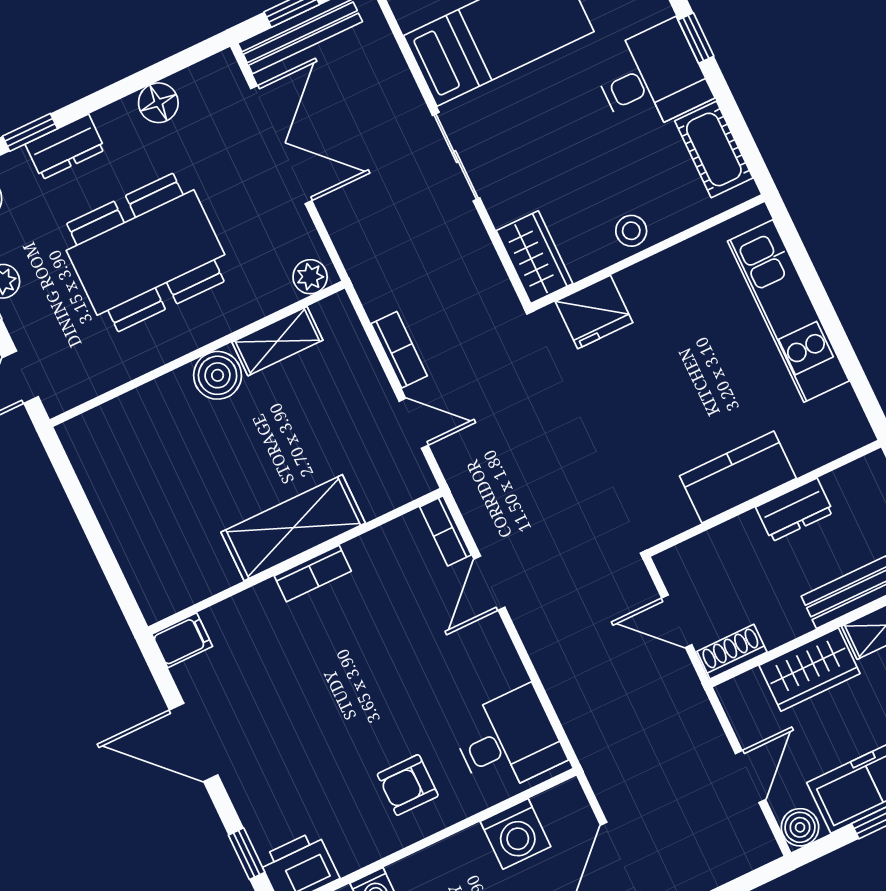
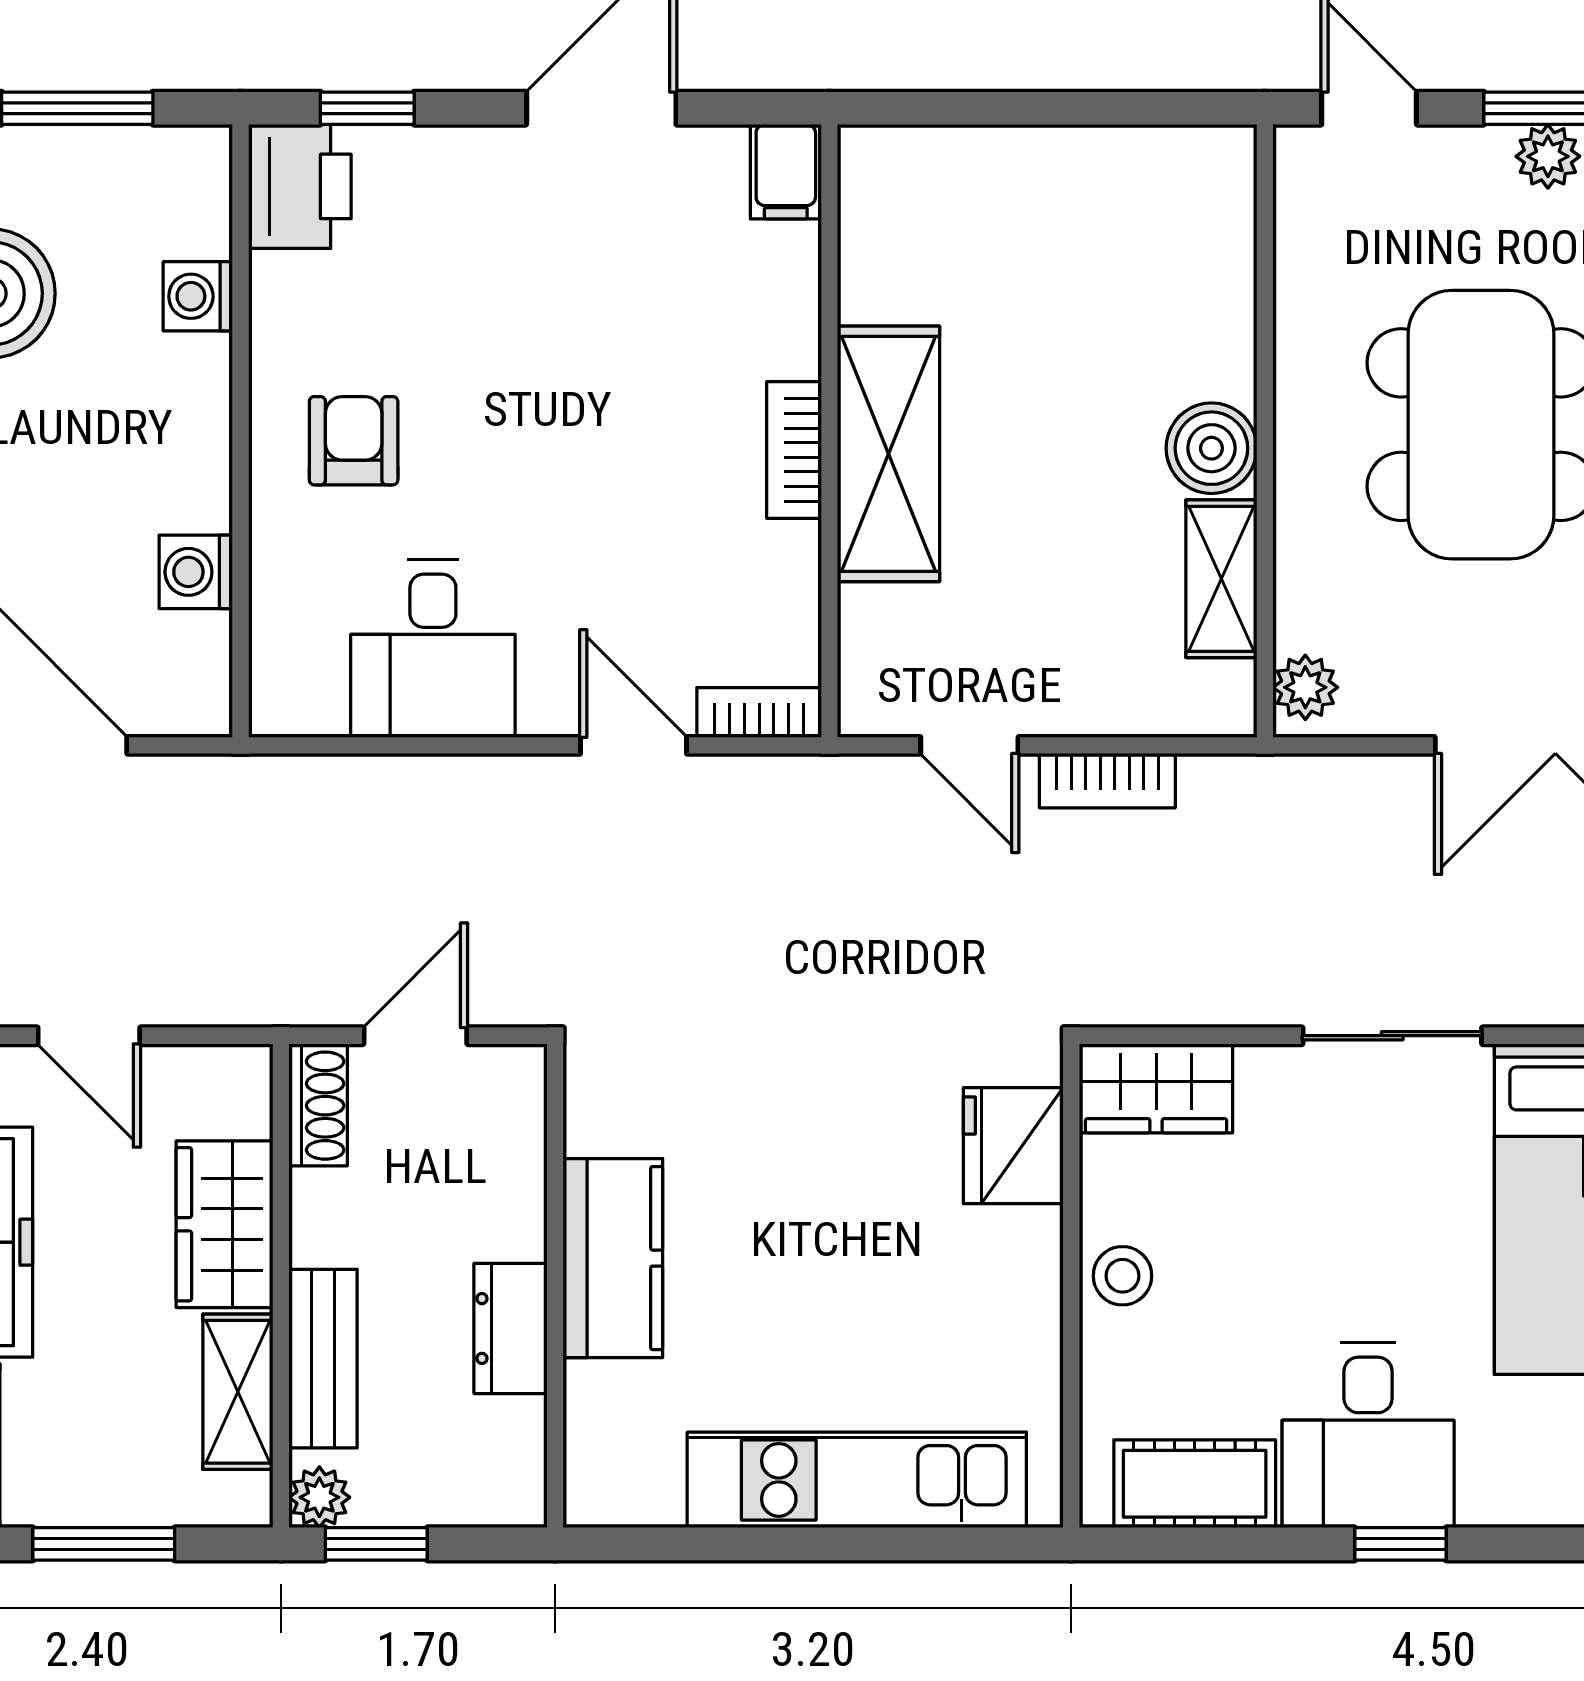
door: (414, 423) -> (969, 745), hinge flipped
desk: (508, 741) -> (433, 649), moved
washing machine: (515, 834) -> (196, 572), width x0.73, depth x0.73

